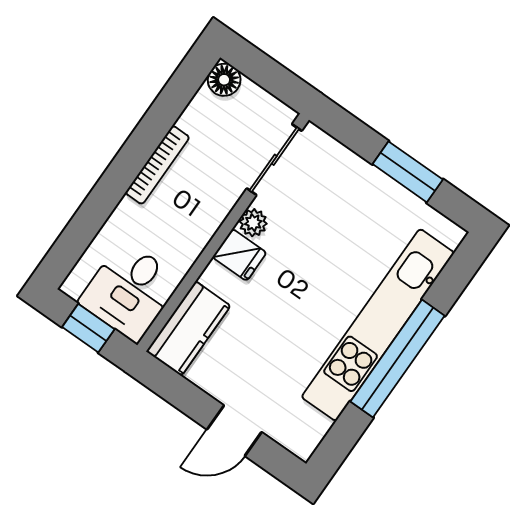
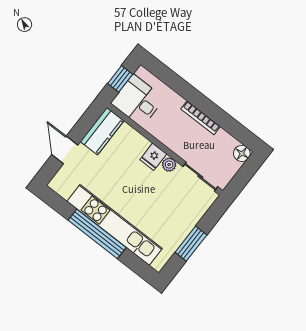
kitchen counter: (188, 329) -> (102, 131), moved, turned -90

